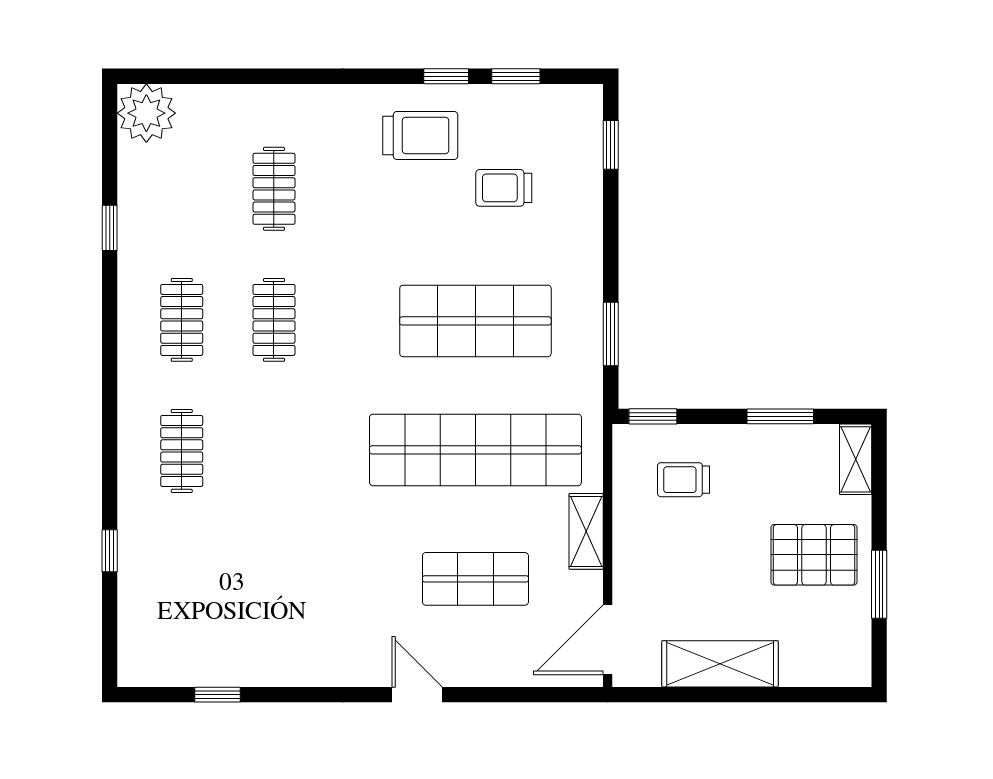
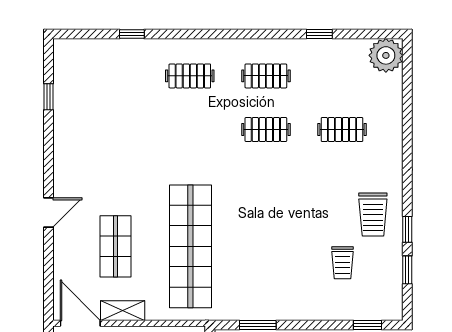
trolley: (504, 188) -> (343, 263), turned 180
shop shelf: (475, 321) -> (265, 246), removed
shelving: (586, 531) -> (123, 311), moved

